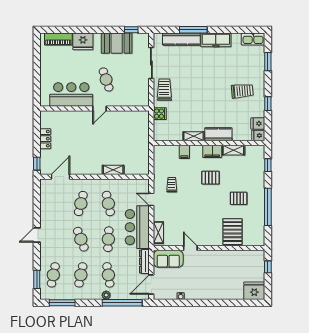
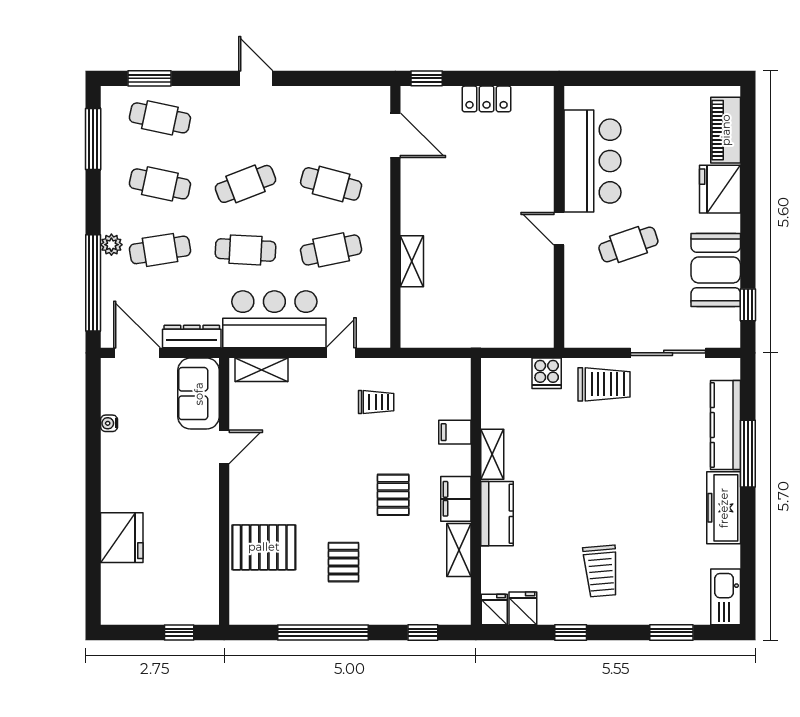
fridge: (254, 291) -> (122, 538), moved

